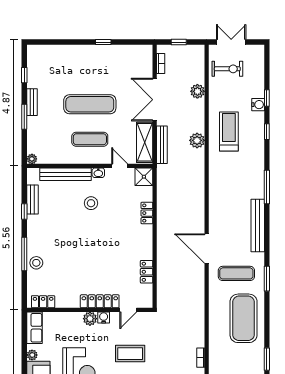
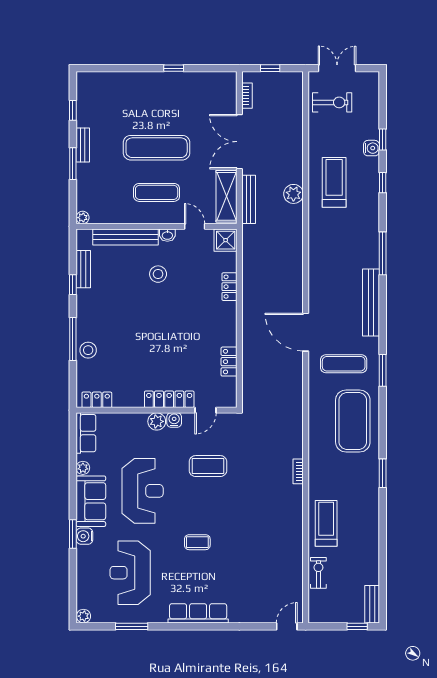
plant: (197, 91) -> (294, 131), removed

